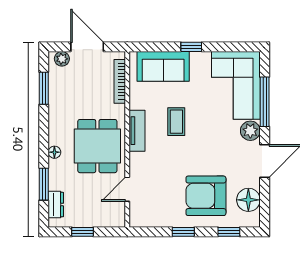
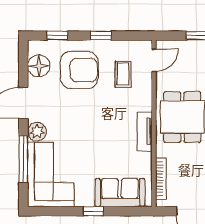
coffee table: (176, 122) -> (123, 74), moved
door: (127, 189) -> (154, 60), moved

